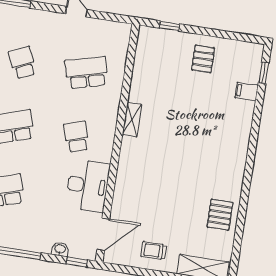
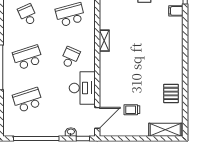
school desk: (77, 137) -> (70, 57), turned 42
trolley: (154, 251) -> (132, 110), moved

